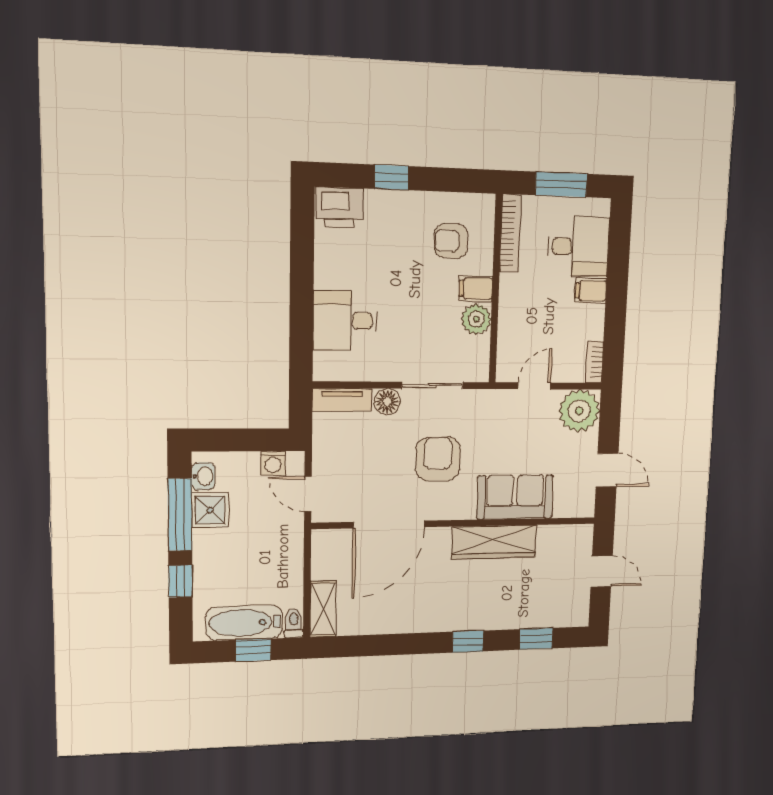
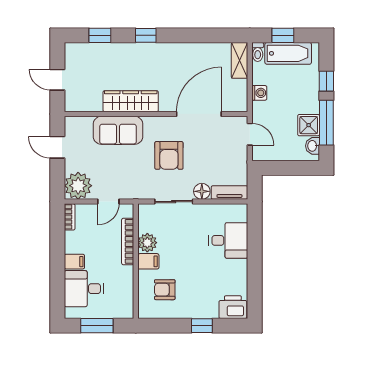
bookcase: (510, 233) -> (128, 241), moved
armchair: (451, 241) -> (165, 290), turned 180
washing machine: (273, 463) -> (259, 93), moved, turned 90

